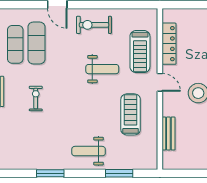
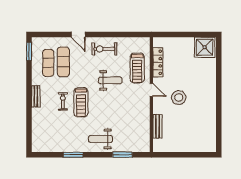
treadmill: (131, 114) -> (81, 102), moved, turned 180

